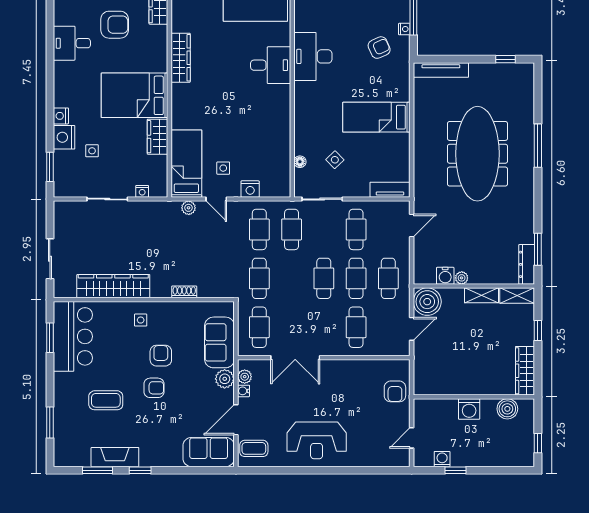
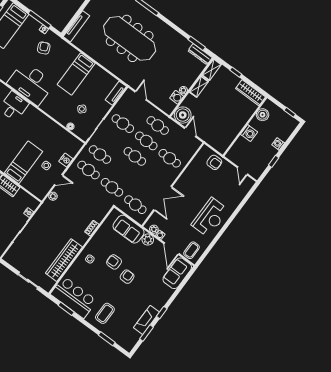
desk: (313, 56) -> (31, 83), width x1.36, depth x1.30
bed: (186, 164) -> (24, 162), moved, turned 90
coffee table: (106, 400) -> (105, 313), moved
washing machine: (442, 459) -> (278, 144), moved

